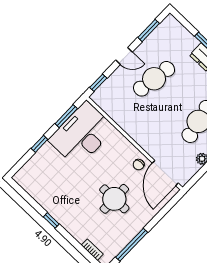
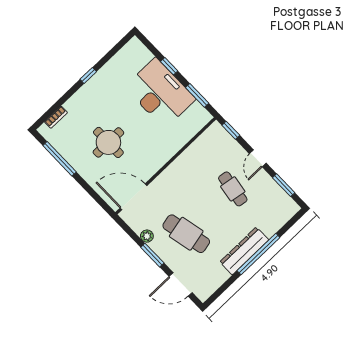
cafe table: (154, 79) -> (233, 189), width x0.73, depth x0.74
desk: (82, 134) -> (160, 93), moved
chair: (139, 165) -> (143, 169), removed

